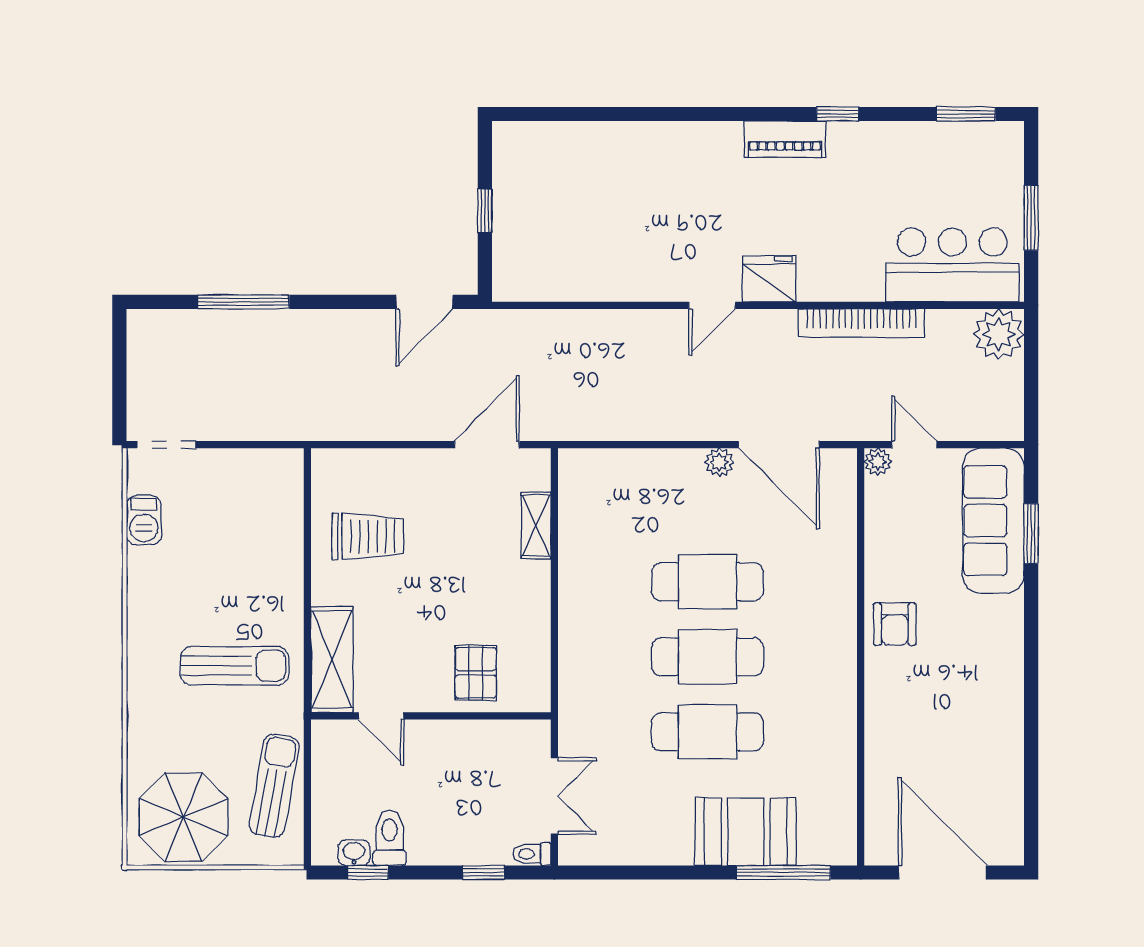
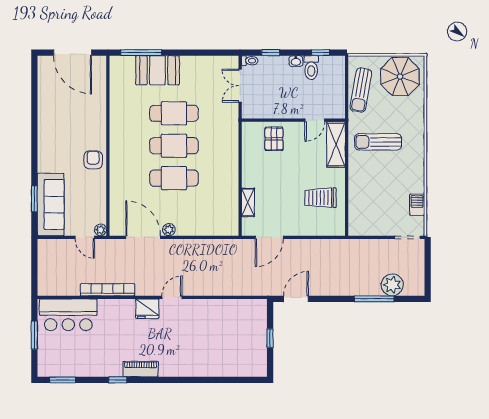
plant: (999, 334) -> (392, 285), moved
door: (381, 716) -> (315, 120), swing flipped
washbasin: (354, 853) -> (296, 61), moved

